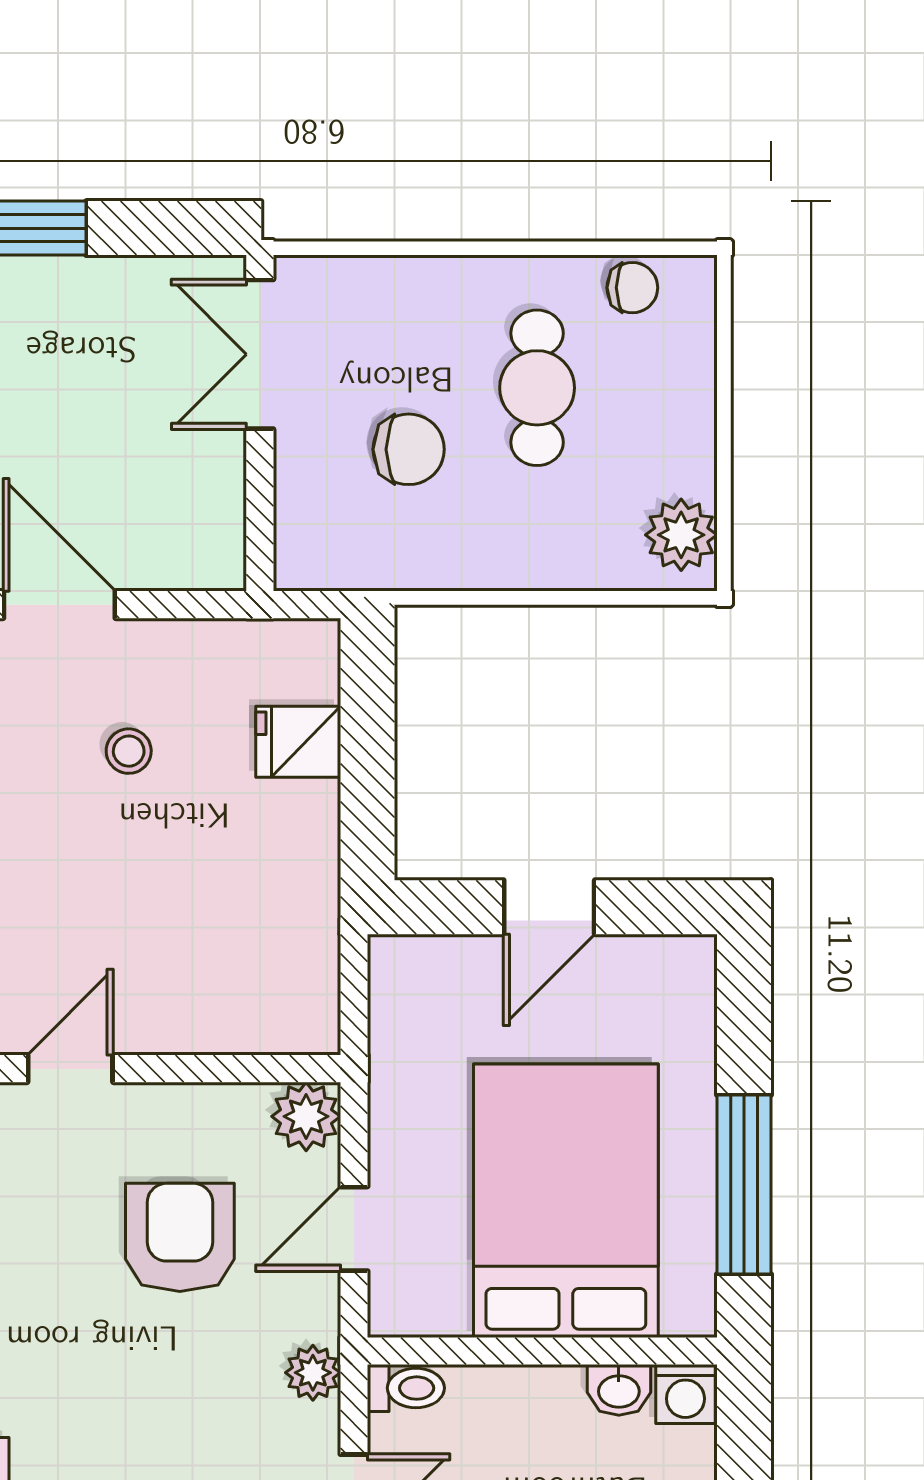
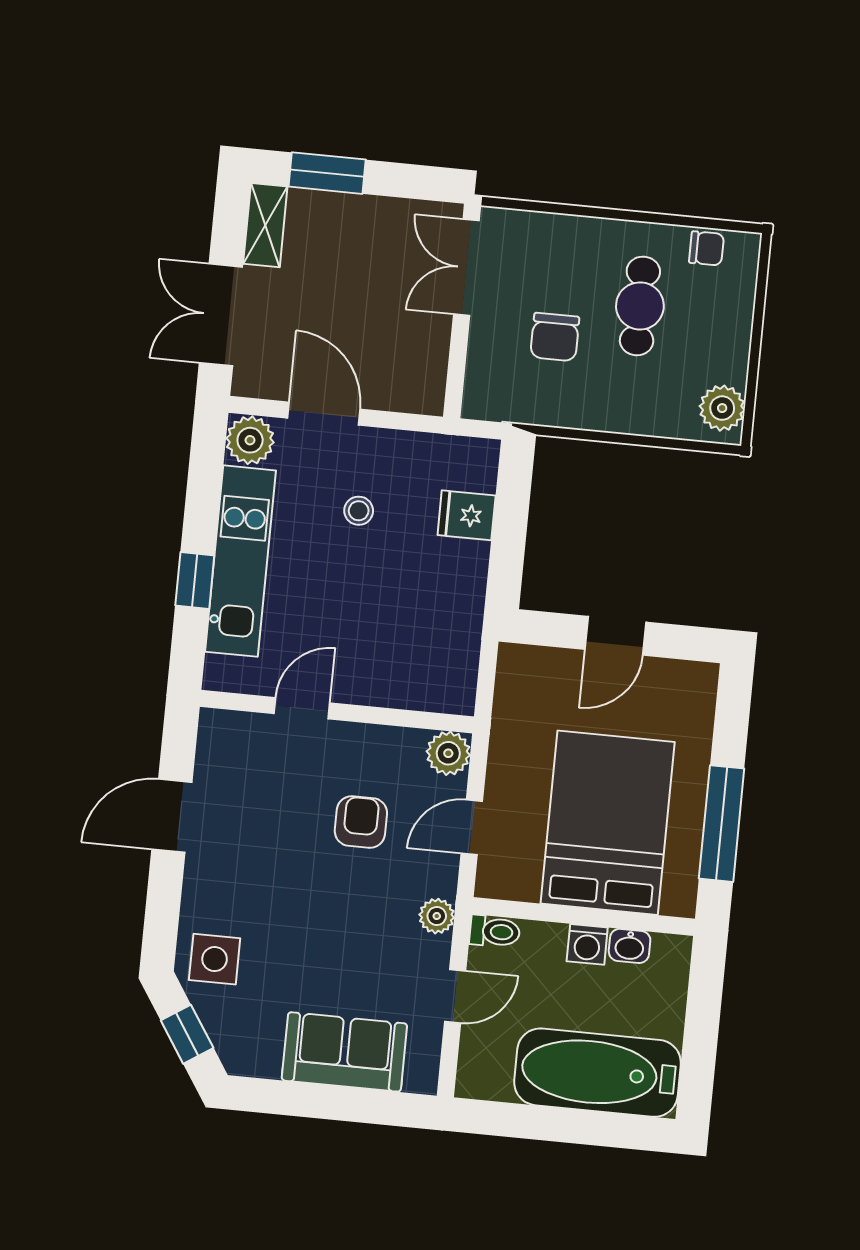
chair: (409, 449) -> (555, 337), turned 90
armchair: (180, 1237) -> (361, 822), width x0.72, depth x0.72
washing machine: (685, 1394) -> (587, 944), moved

